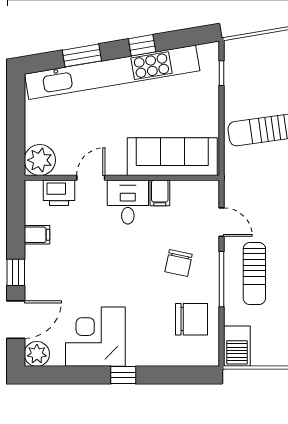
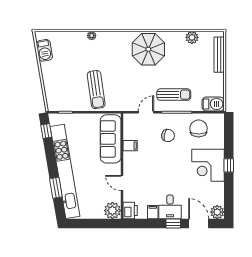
window: (142, 45) -> (46, 131), moved
printer: (59, 193) -> (130, 210), moved
desk: (128, 202) -> (170, 207), moved, turned -90
corner desk: (95, 337) -> (208, 165), moved

